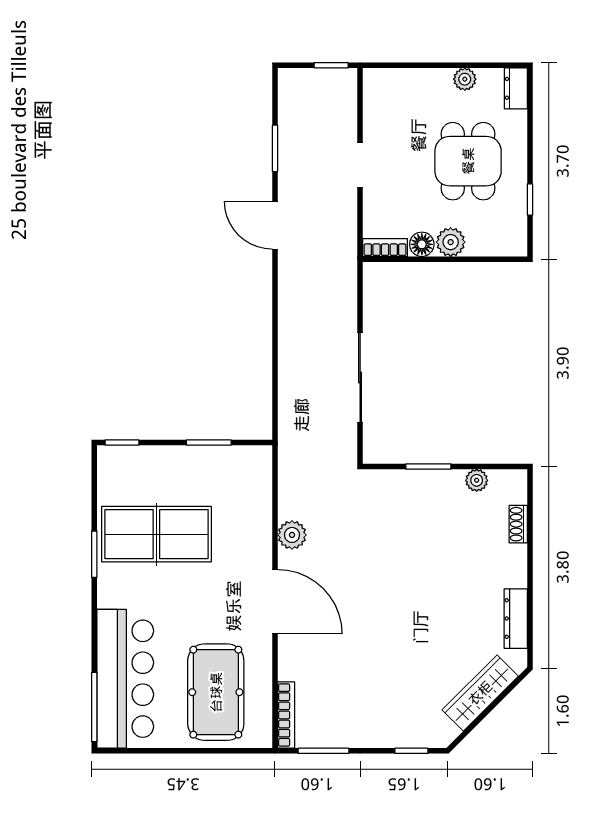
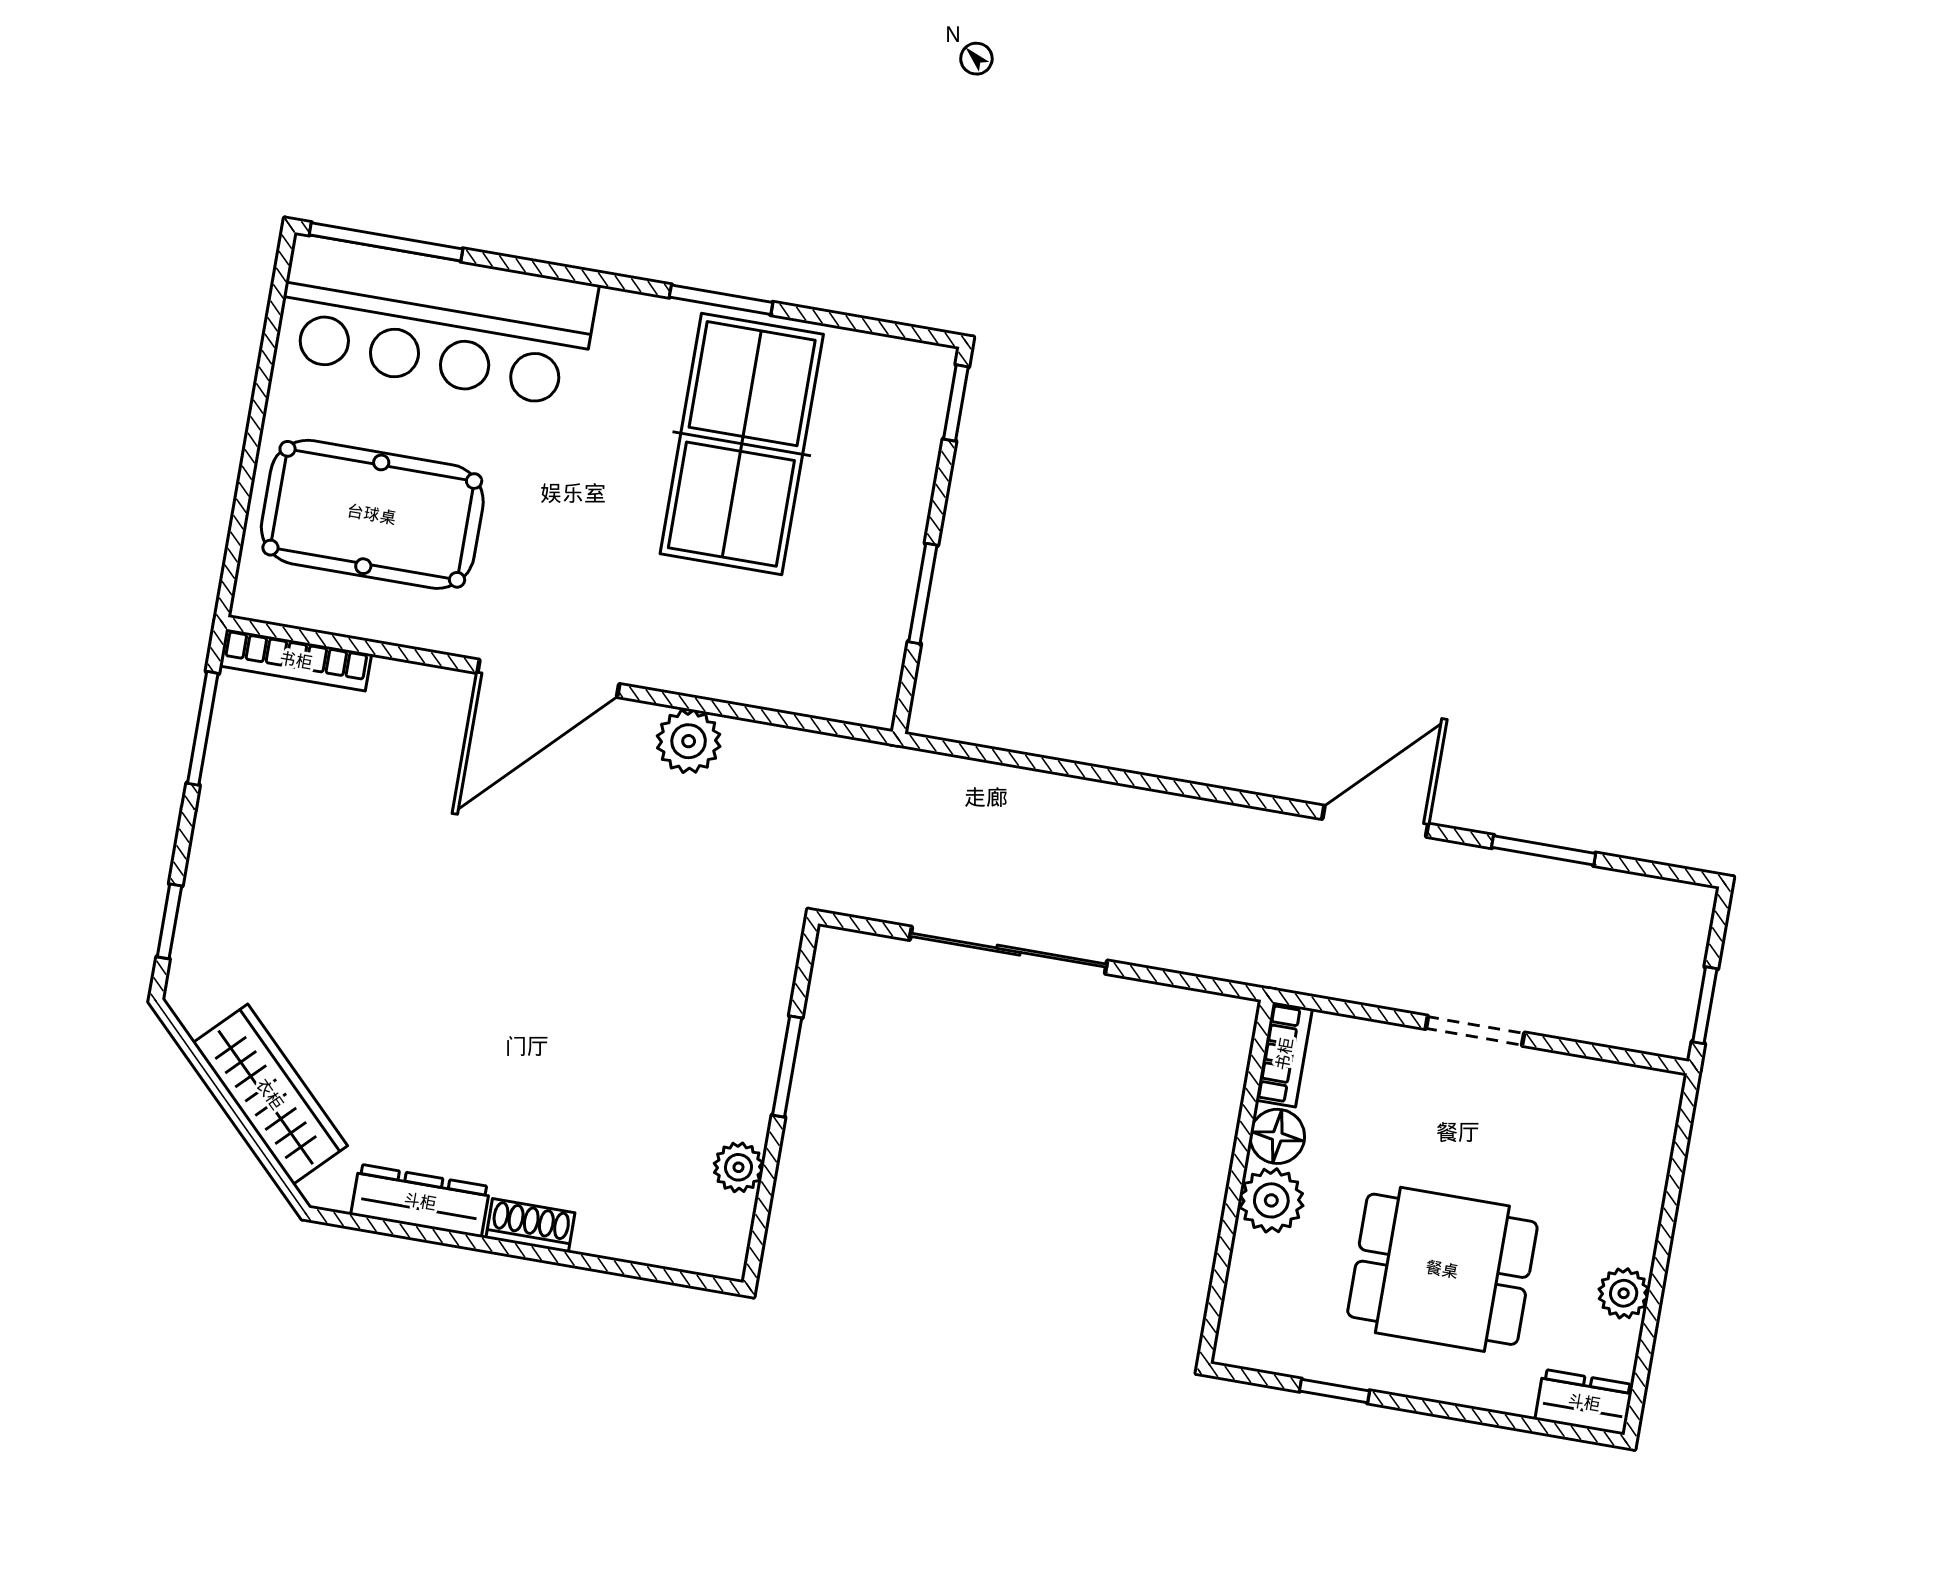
shoe rack: (518, 524) -> (530, 1226), moved

